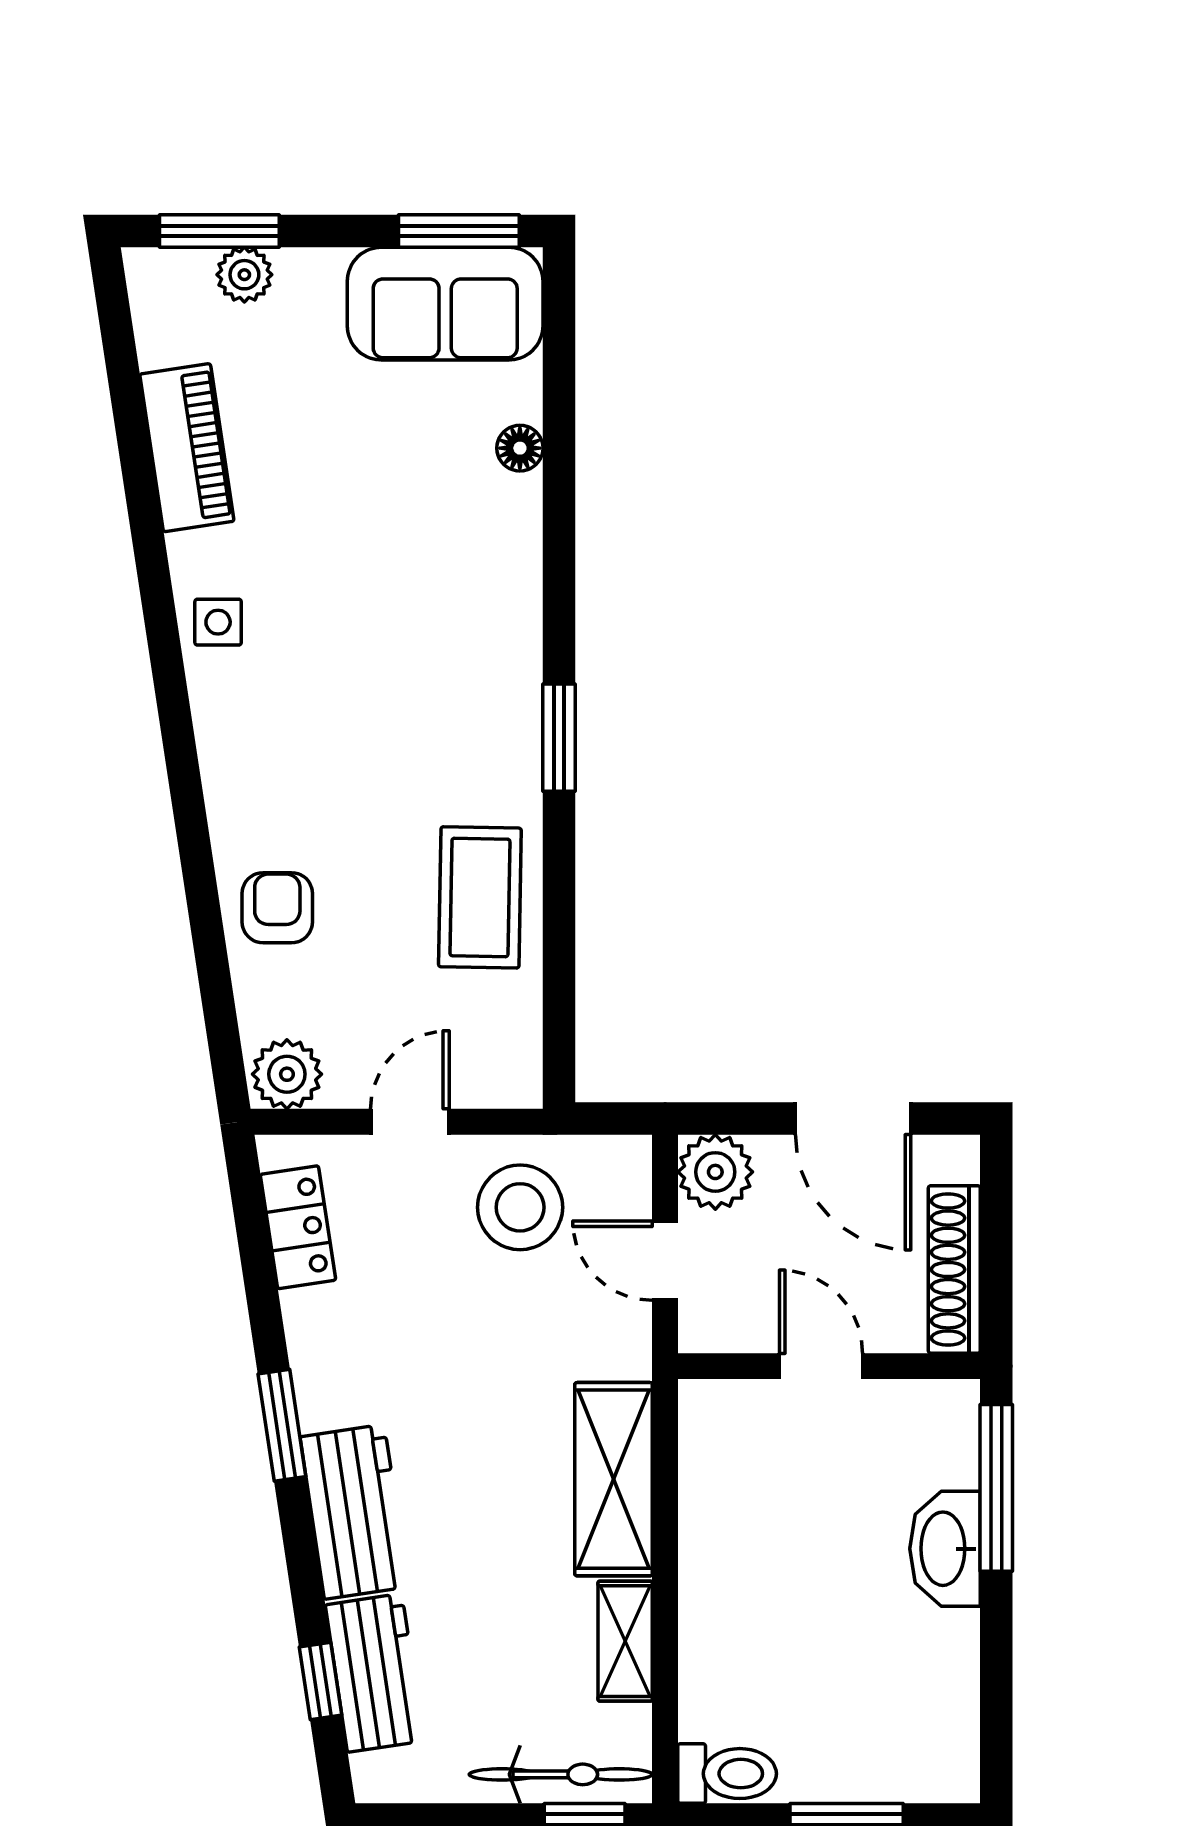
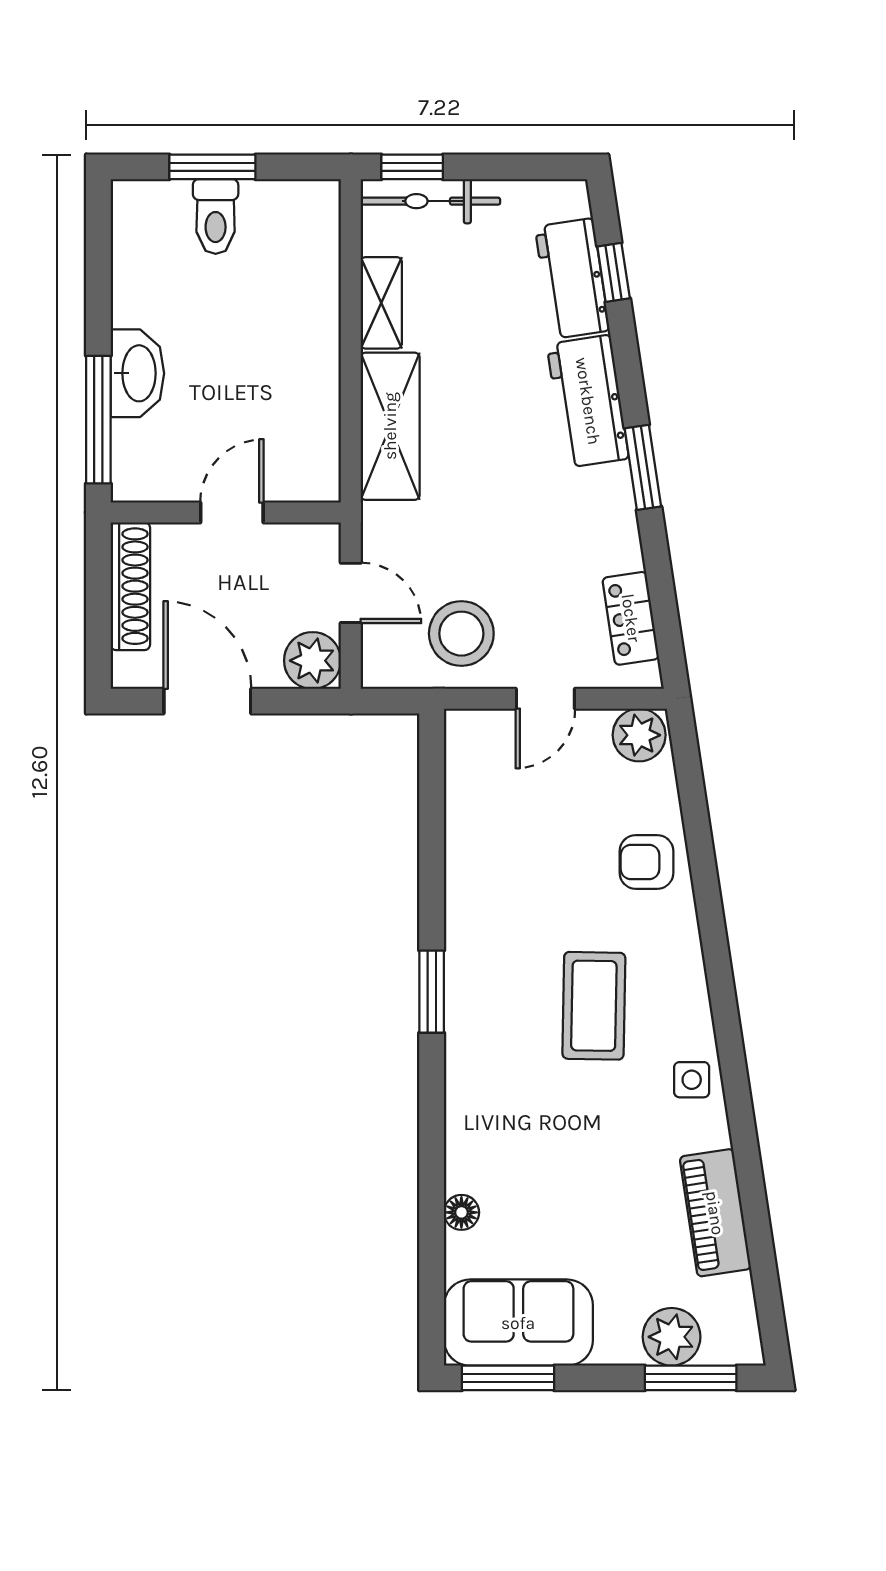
plant: (244, 275) -> (672, 1337), width x1.38, depth x1.38
coffee table: (480, 897) -> (594, 1006), moved
armchair: (277, 908) -> (646, 862), turned 90
door: (821, 1366) -> (232, 512), swing flipped
toilet: (727, 1774) -> (216, 217), moved, turned -90

